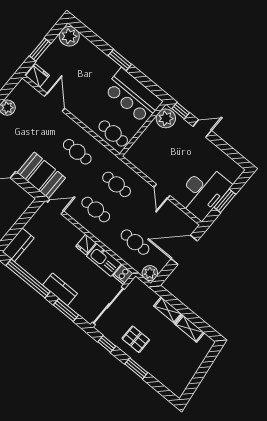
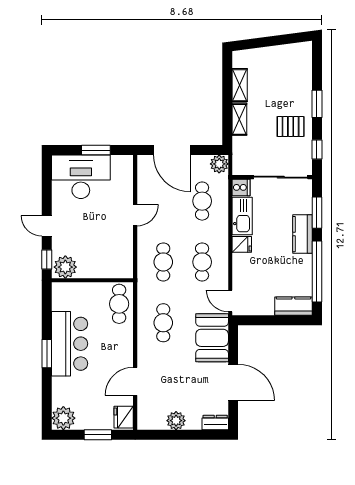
bar counter: (133, 96) -> (70, 344), moved
desk: (203, 192) -> (81, 177), moved
pallet: (136, 339) -> (291, 127), turned 90

